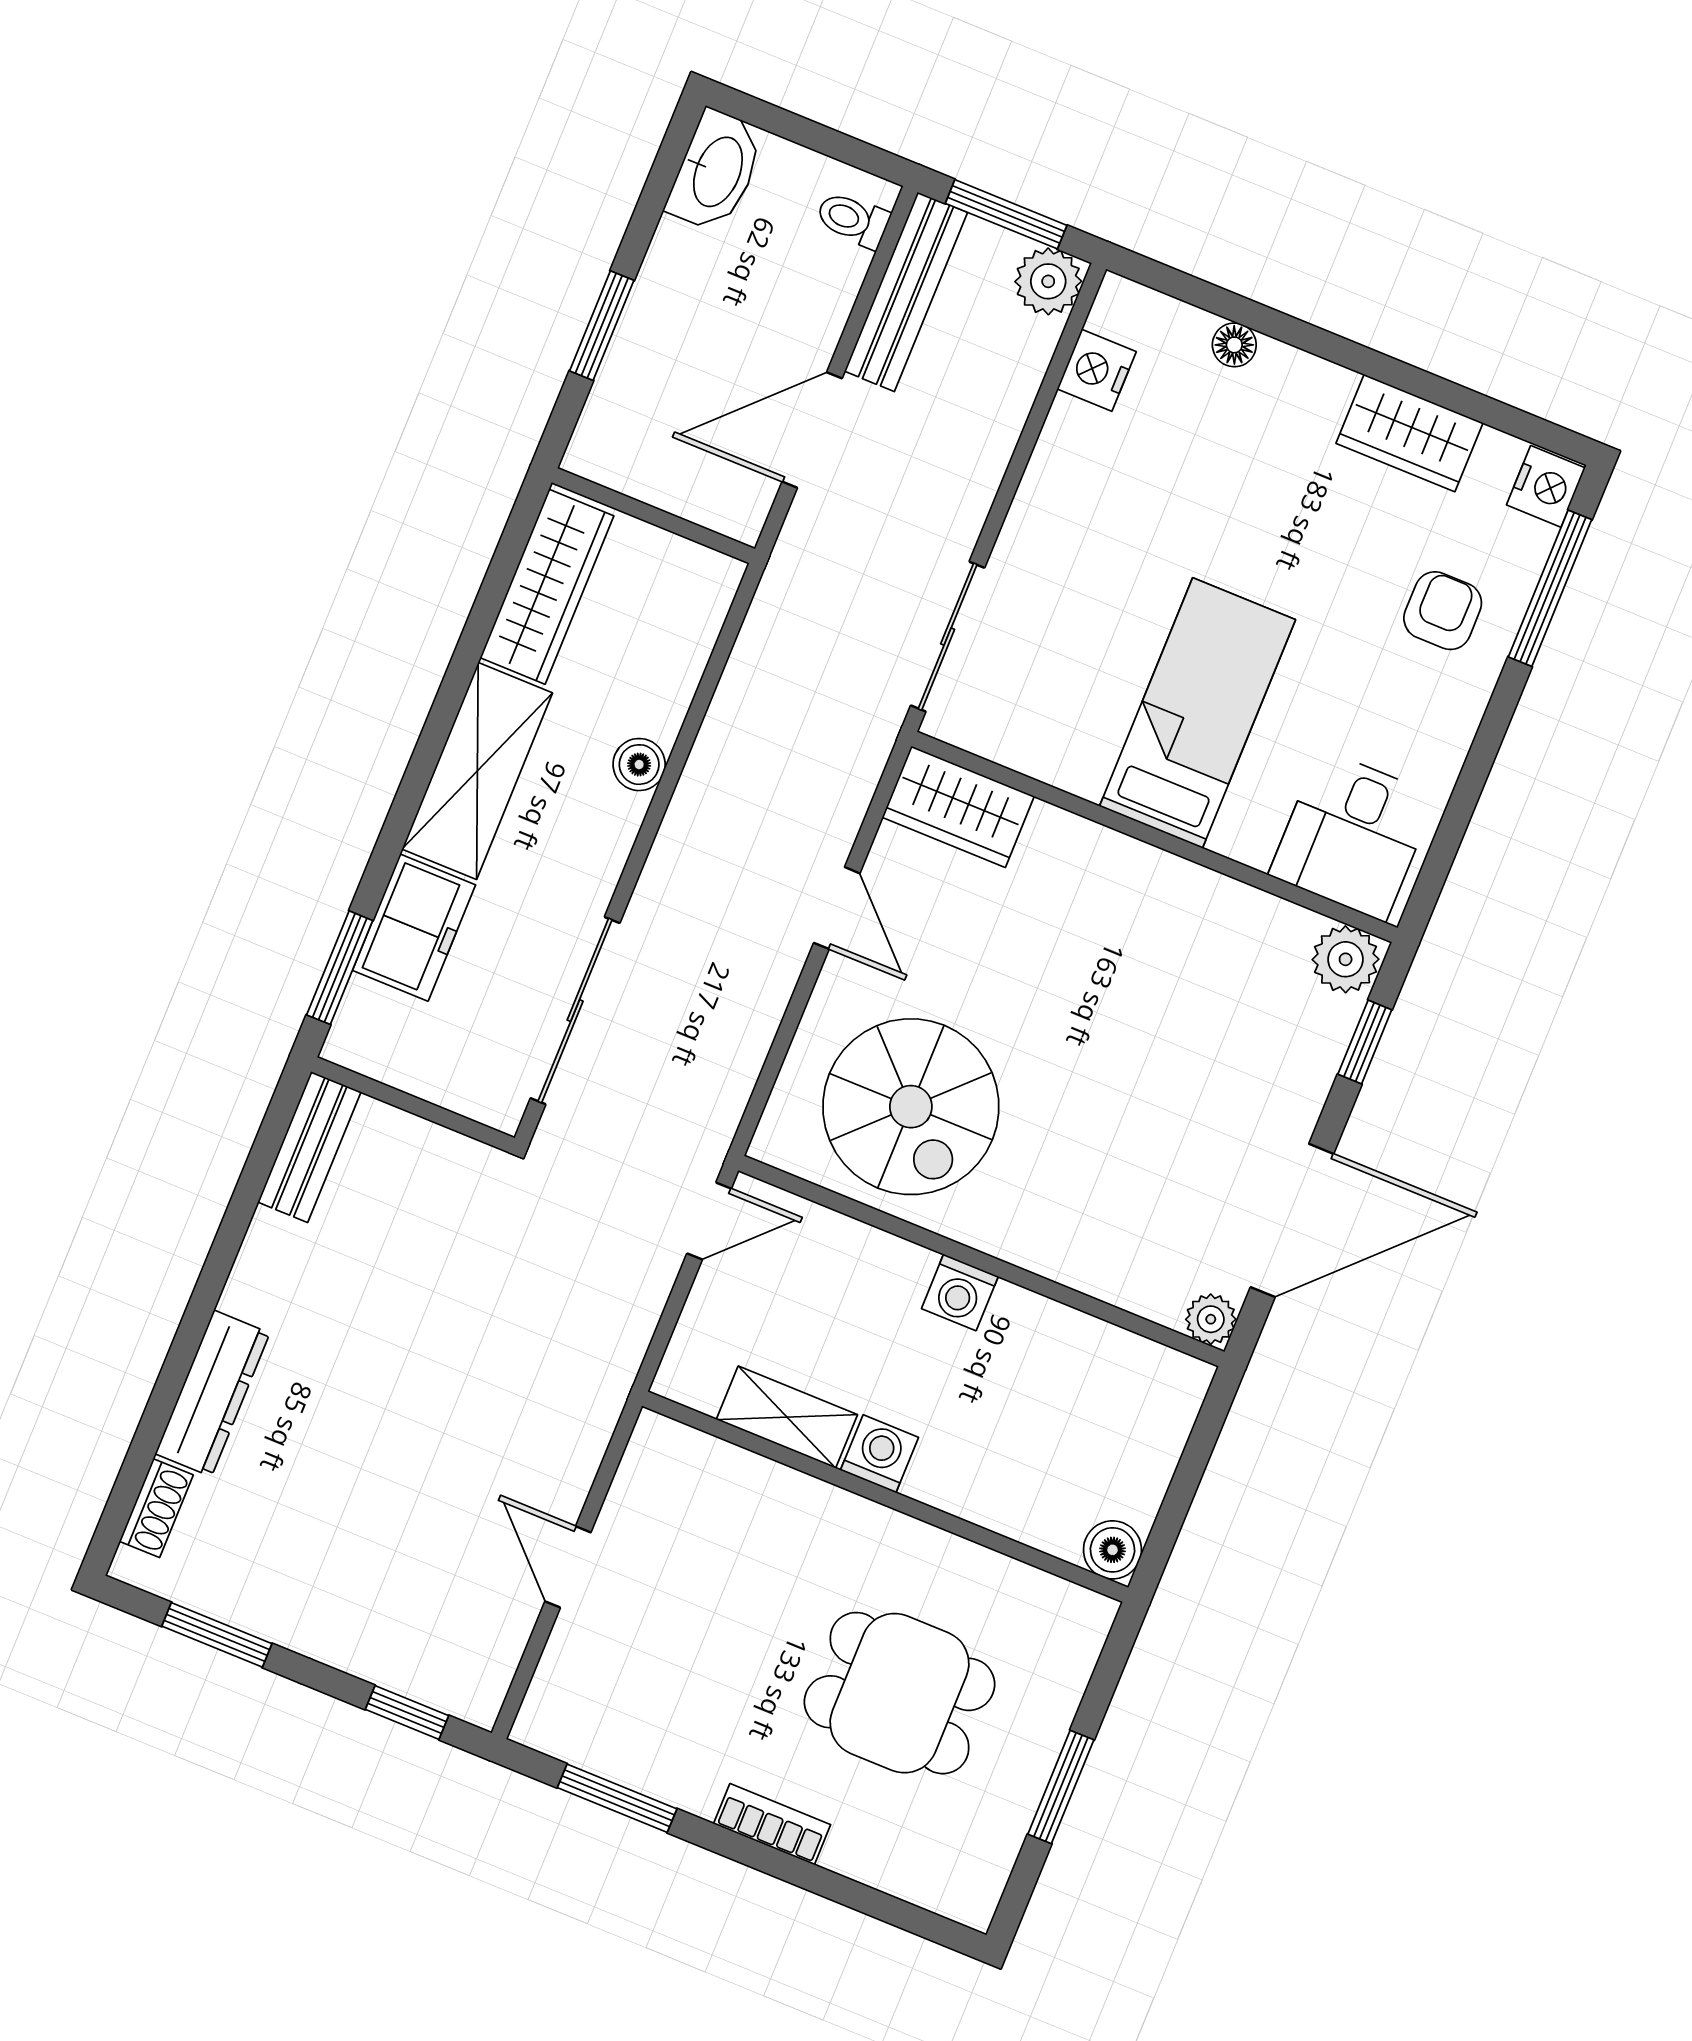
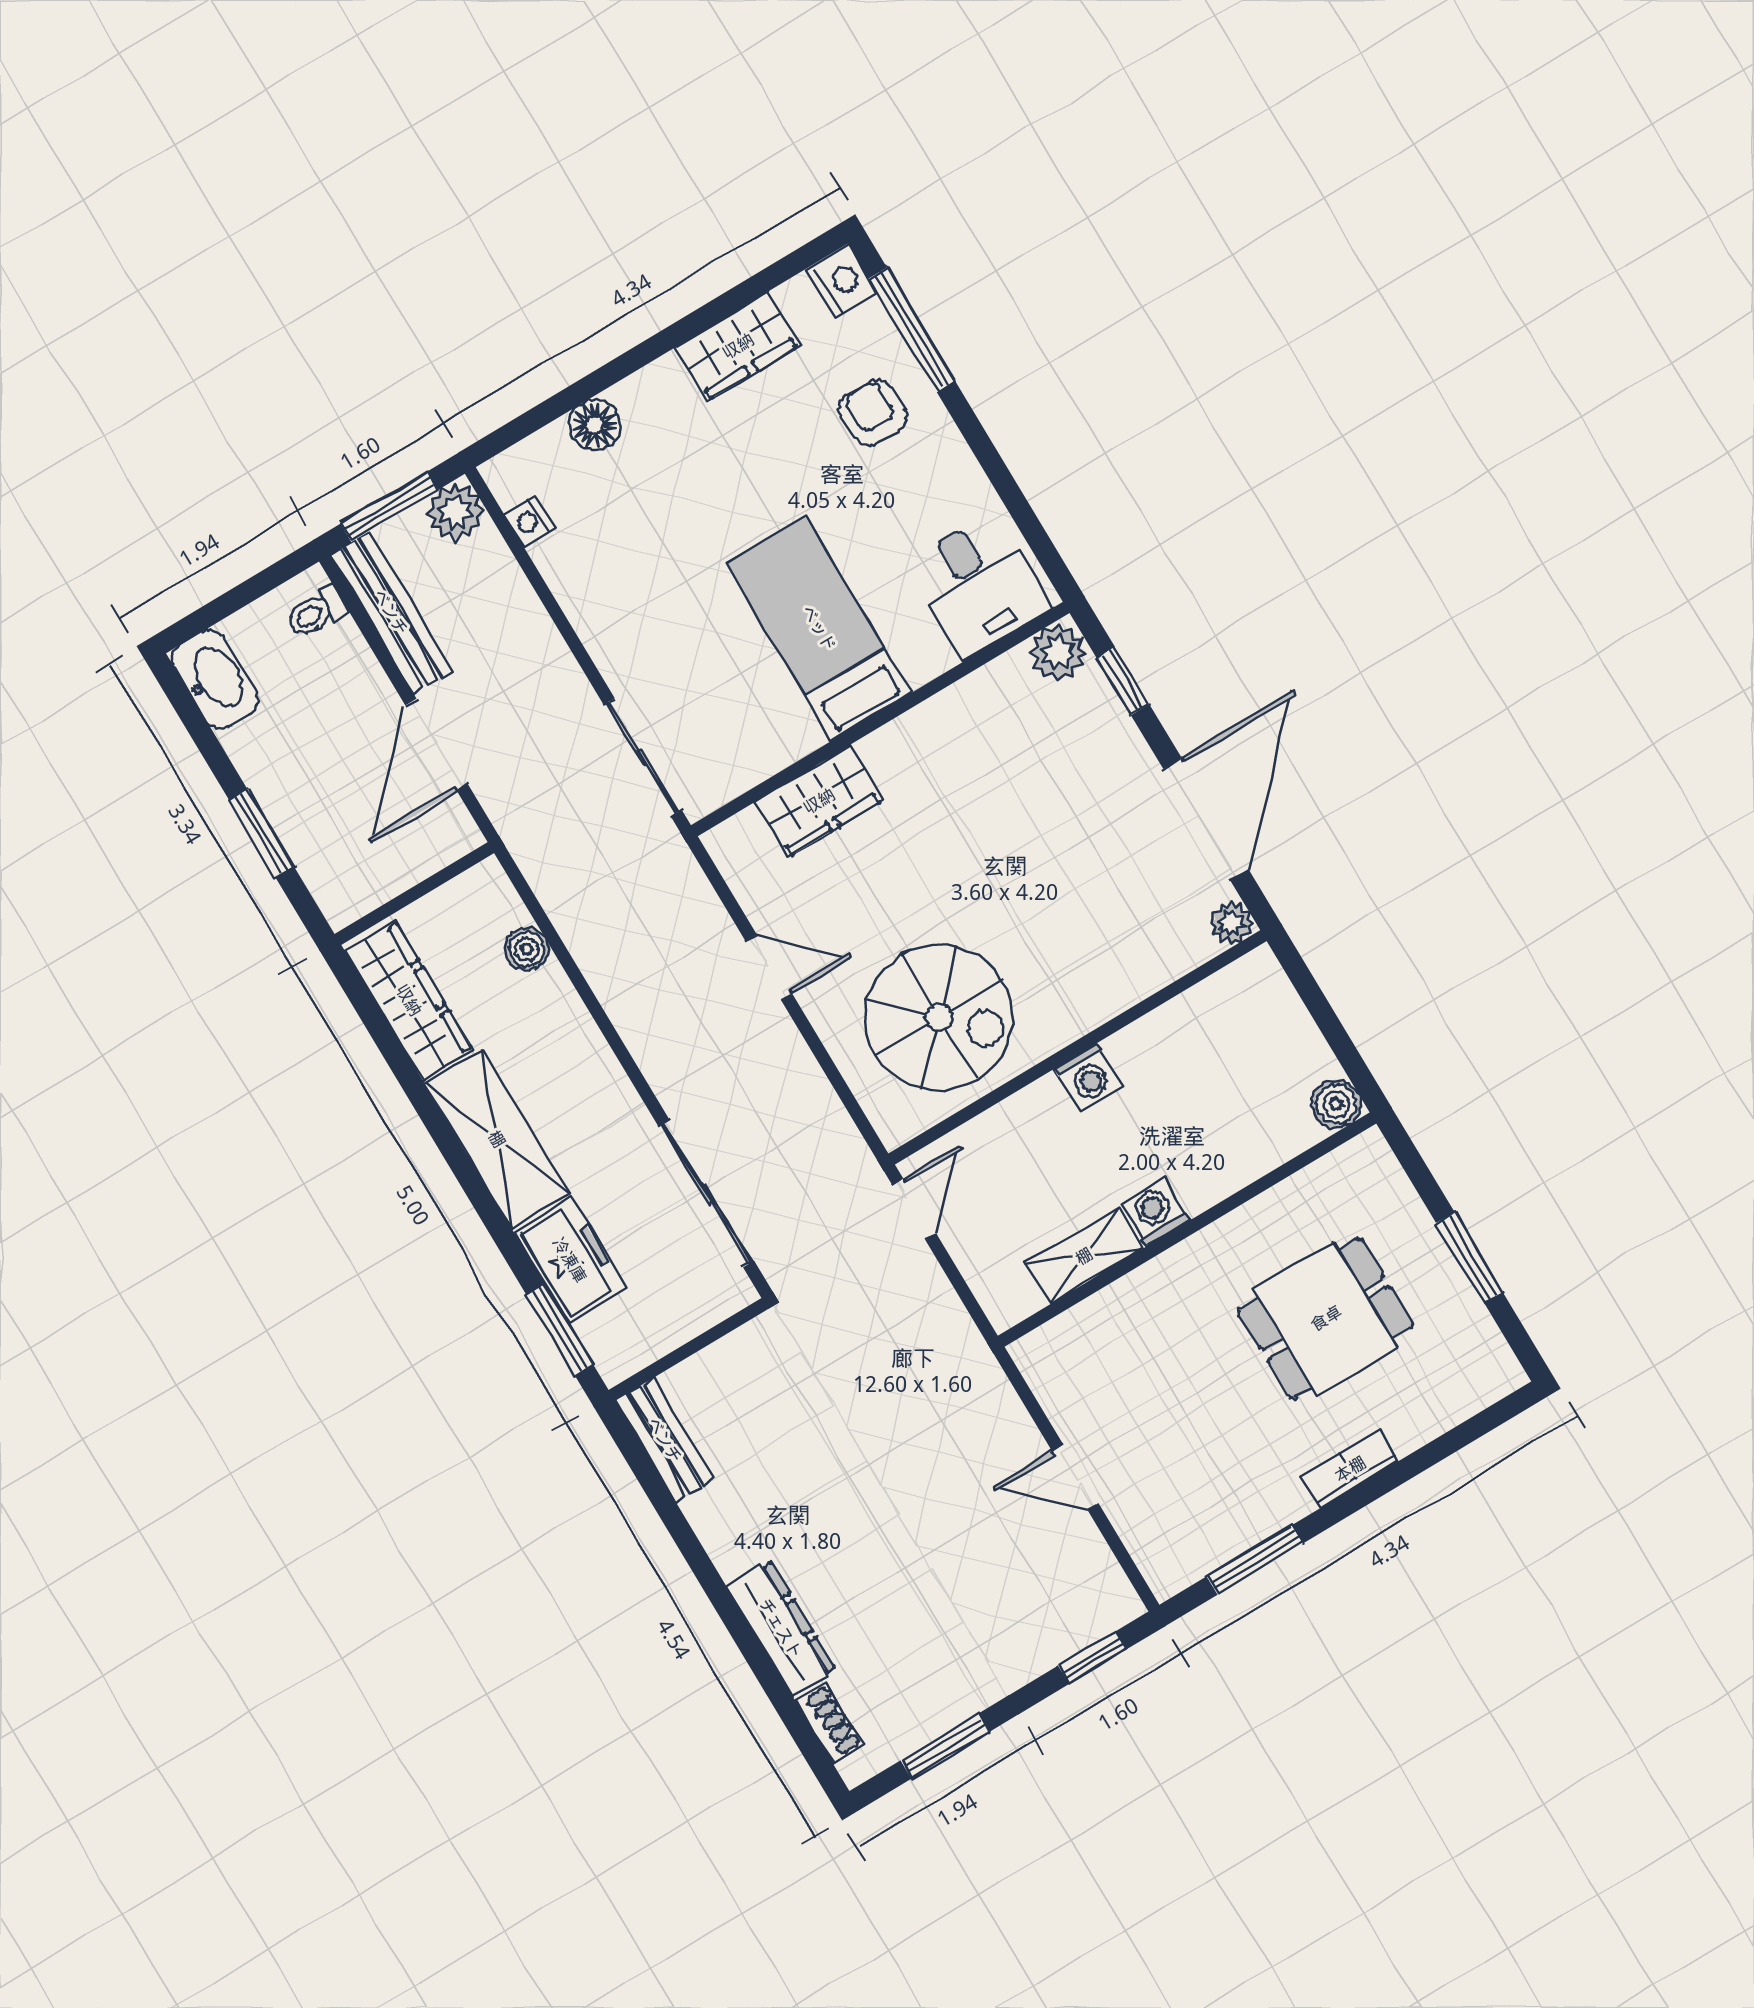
floor lamp: (1234, 345) -> (594, 425), width x1.37, depth x1.37
nightstand: (1097, 370) -> (530, 521), width x0.72, depth x0.74
boiler: (639, 765) -> (527, 949), moved
wardrobe: (958, 807) -> (819, 801), moved

